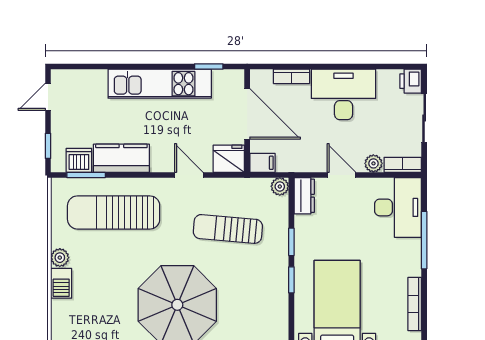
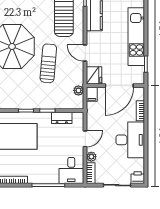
door: (189, 175) -> (85, 53), swing flipped
plant: (280, 186) -> (78, 90), moved
dresser: (304, 196) -> (62, 118), moved
desk: (398, 207) -> (71, 171), width x0.73
sun lounger: (228, 229) -> (48, 63), moved

